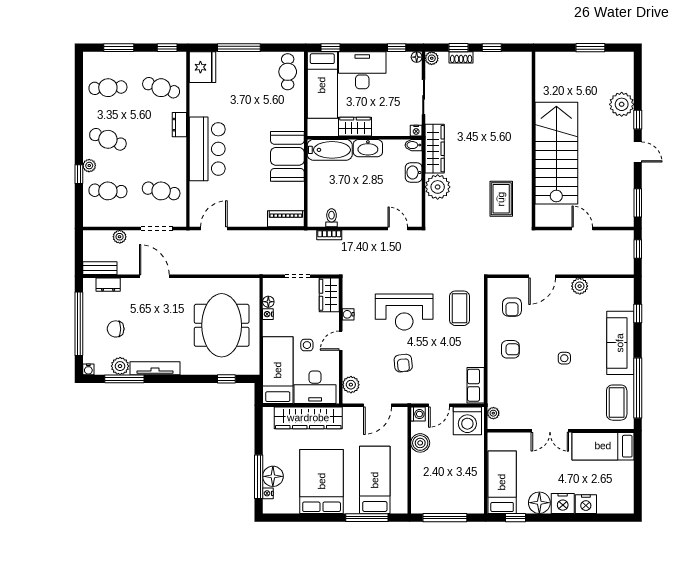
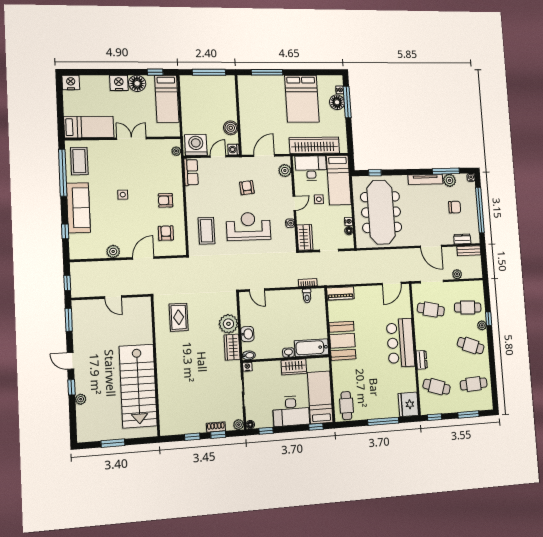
plant: (622, 104) -> (81, 399), width x0.53, depth x0.53
washbasin: (368, 148) -> (288, 353), width x0.52, depth x0.69
wardrobe: (435, 149) -> (232, 347), width x0.67
stairs: (556, 153) -> (138, 386), moved
meeting table: (222, 325) -> (381, 212), width x1.36
bed: (375, 480) -> (263, 100), removed
nightstand: (586, 504) -> (71, 82), moved

